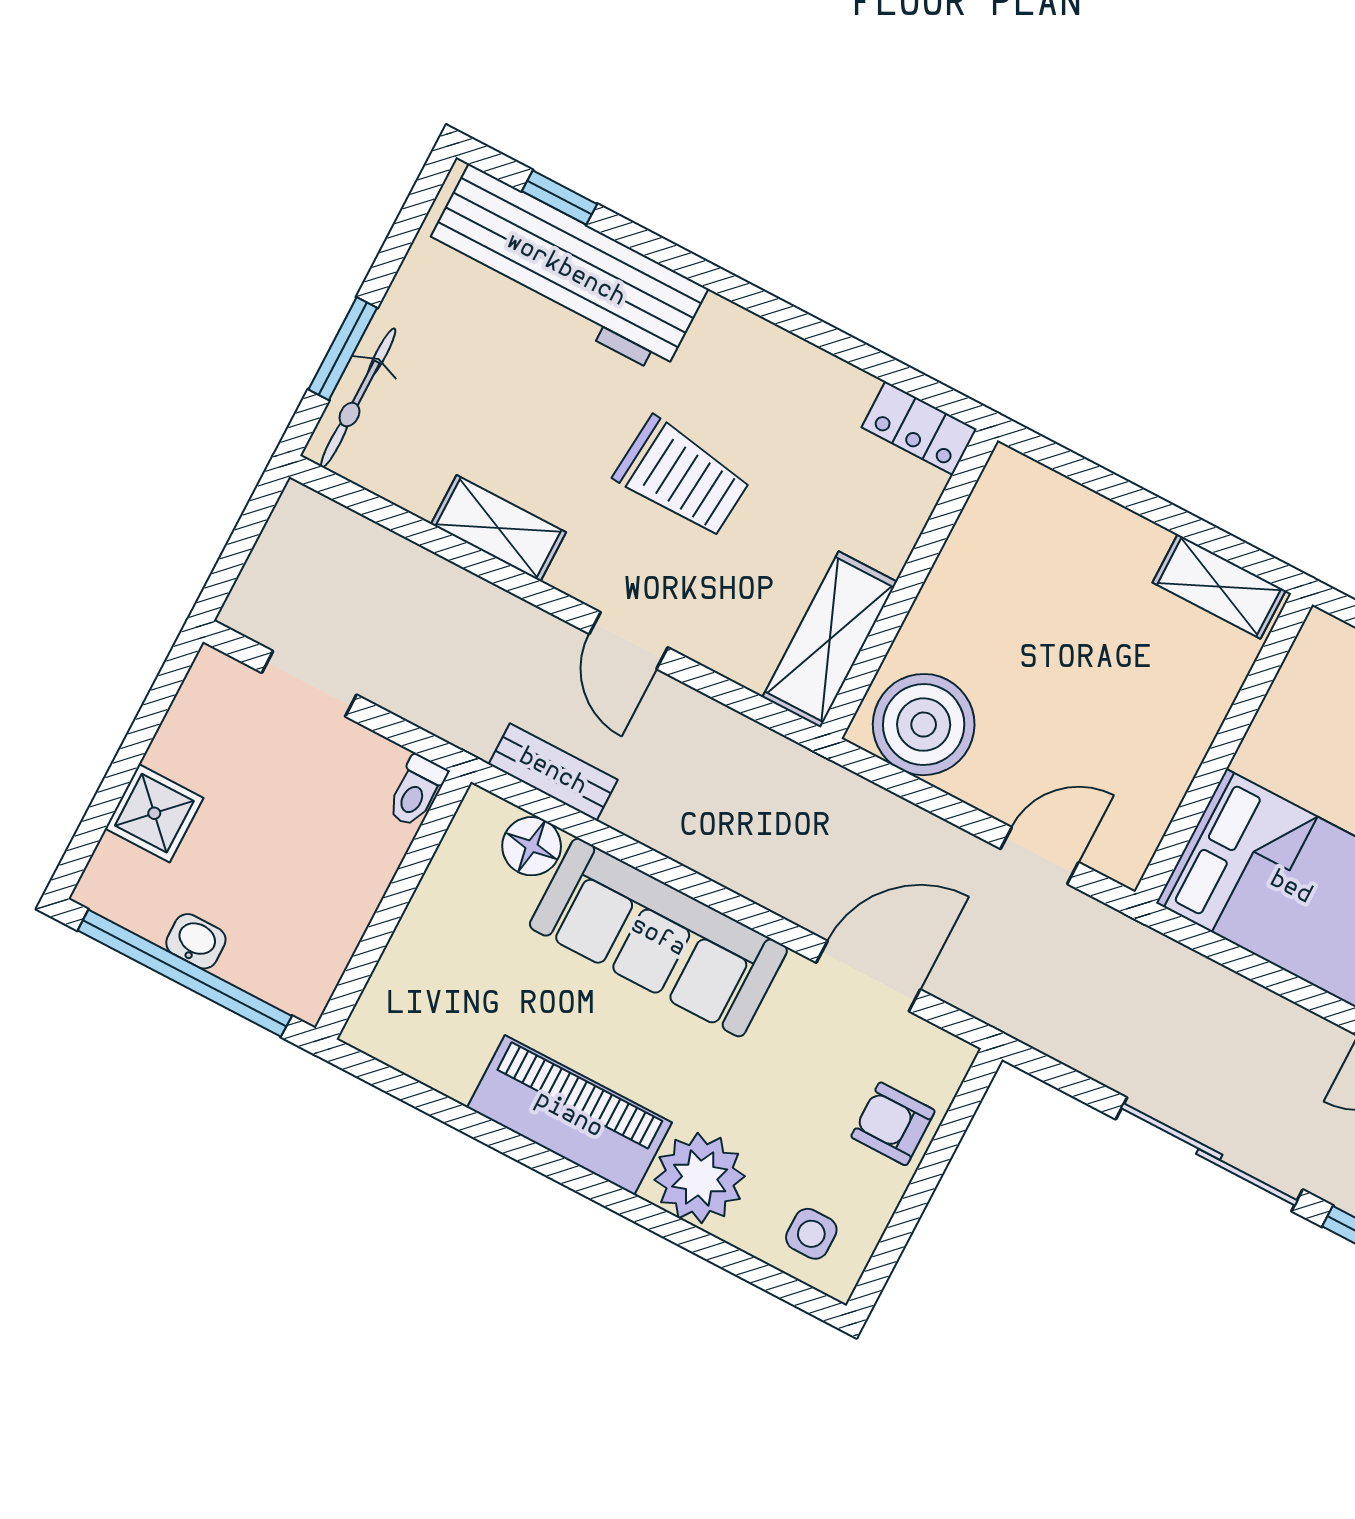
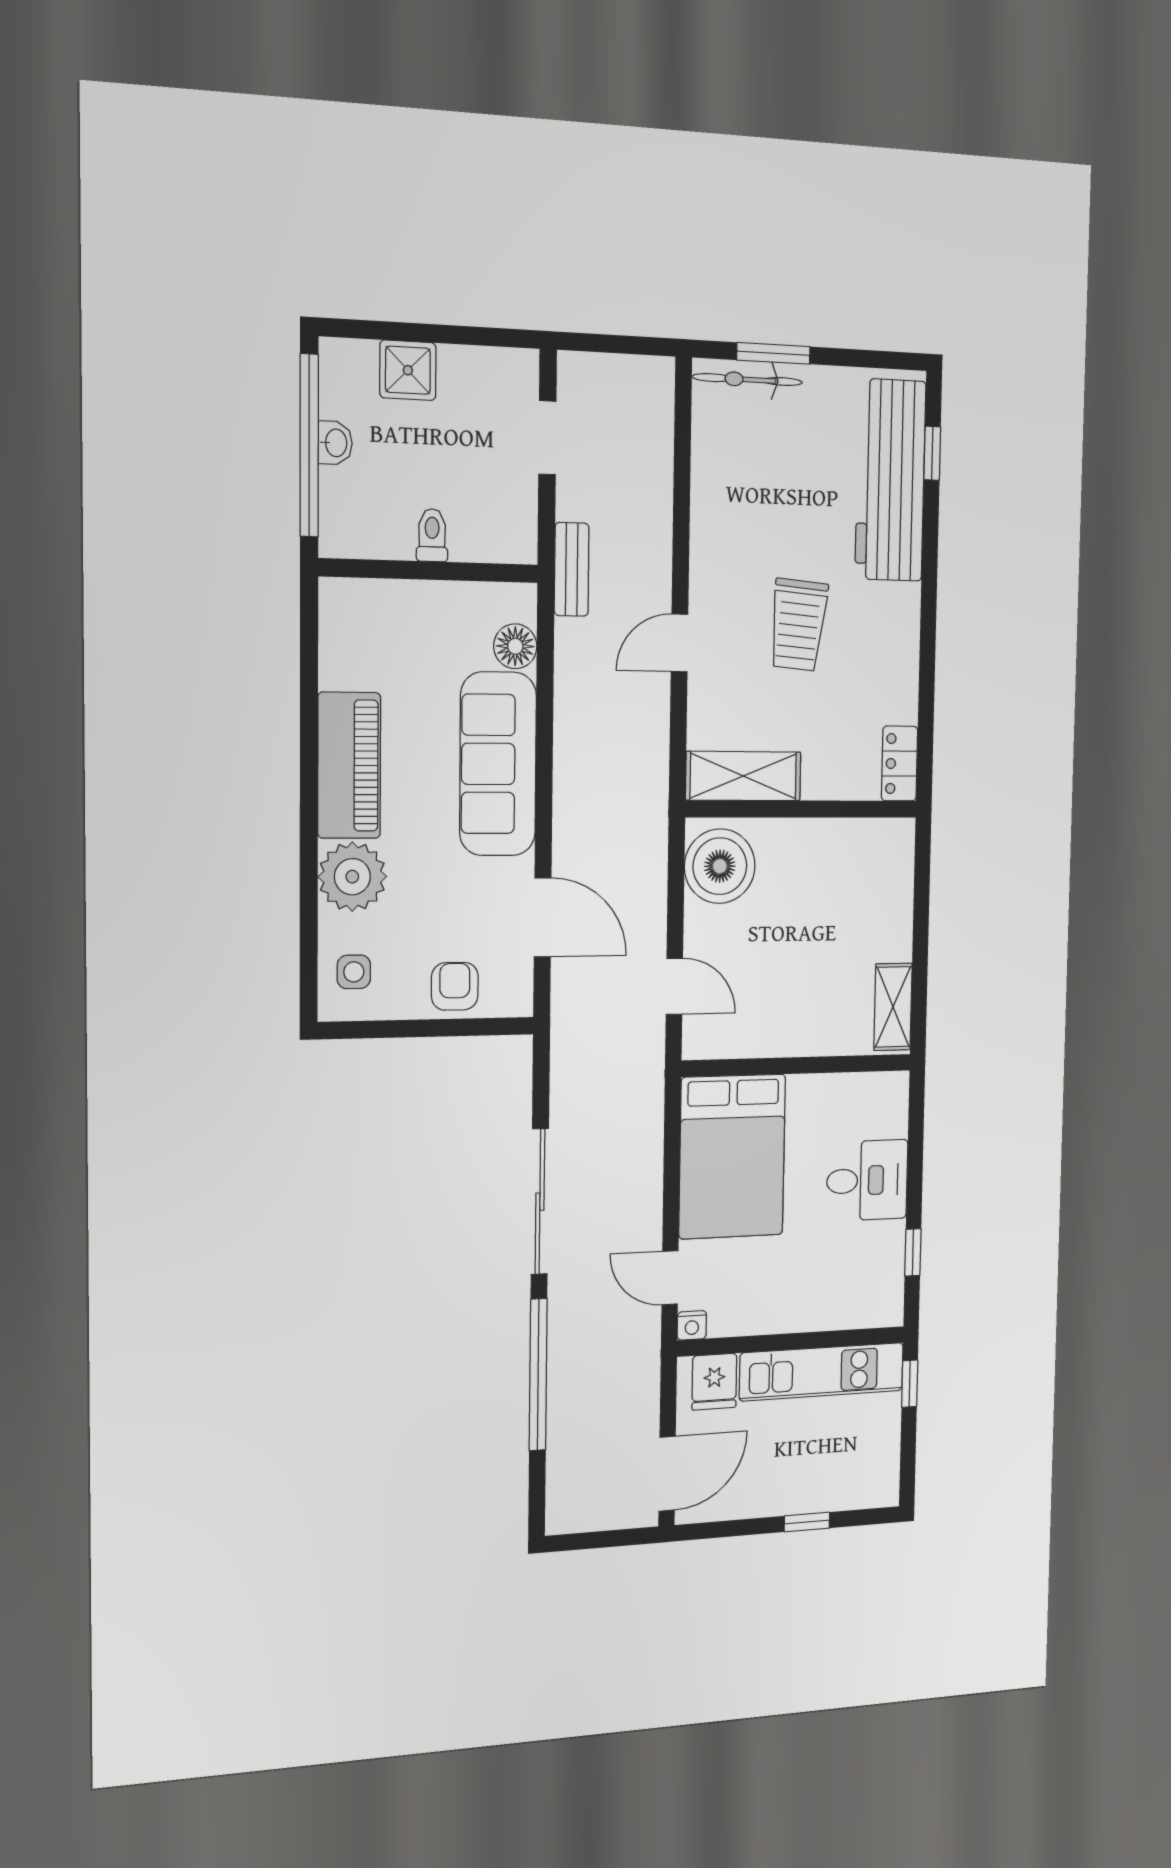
shelving: (498, 528) -> (709, 518), removed
bench: (553, 772) -> (572, 569), moved
toilet: (416, 791) -> (432, 535), moved, turned 90

